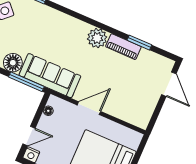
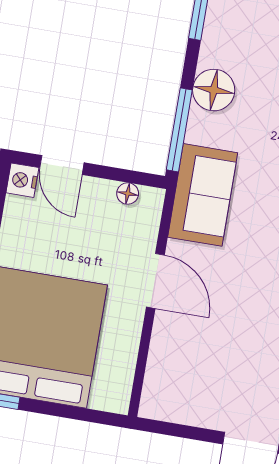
sofa: (50, 76) -> (203, 195), width x0.73

